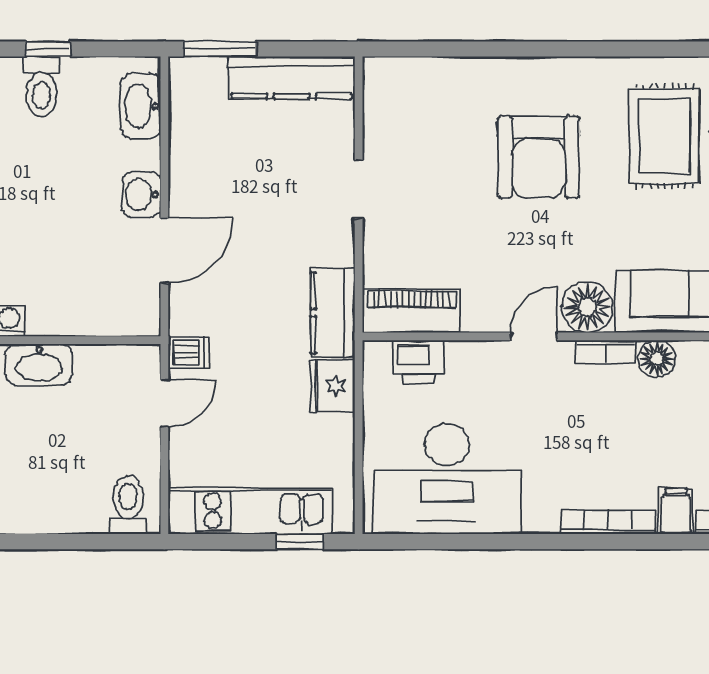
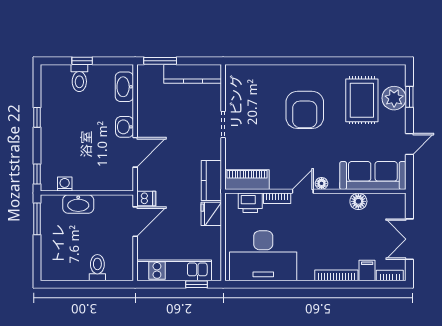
floor lamp: (587, 307) -> (322, 183), width x0.53, depth x0.53
bookcase: (605, 352) -> (277, 198), moved
door: (164, 403) -> (135, 222), width x1.38
toilet: (128, 505) -> (97, 268), moved

